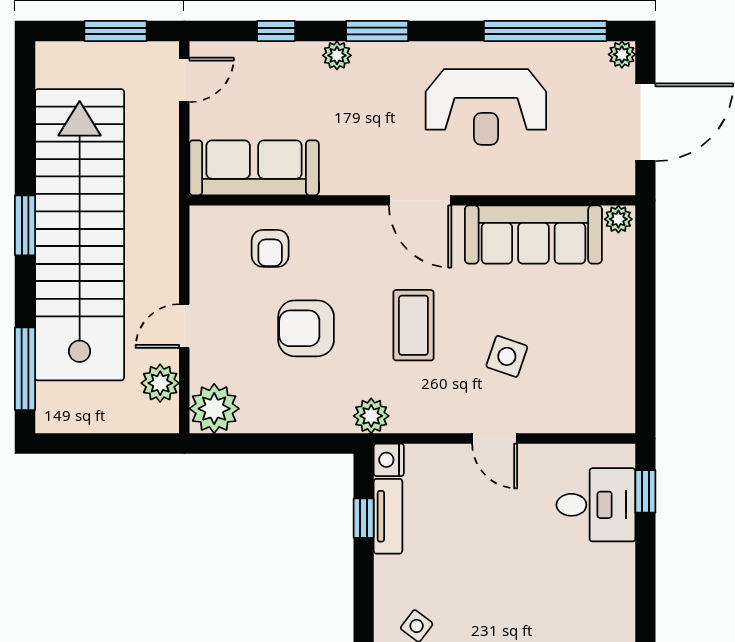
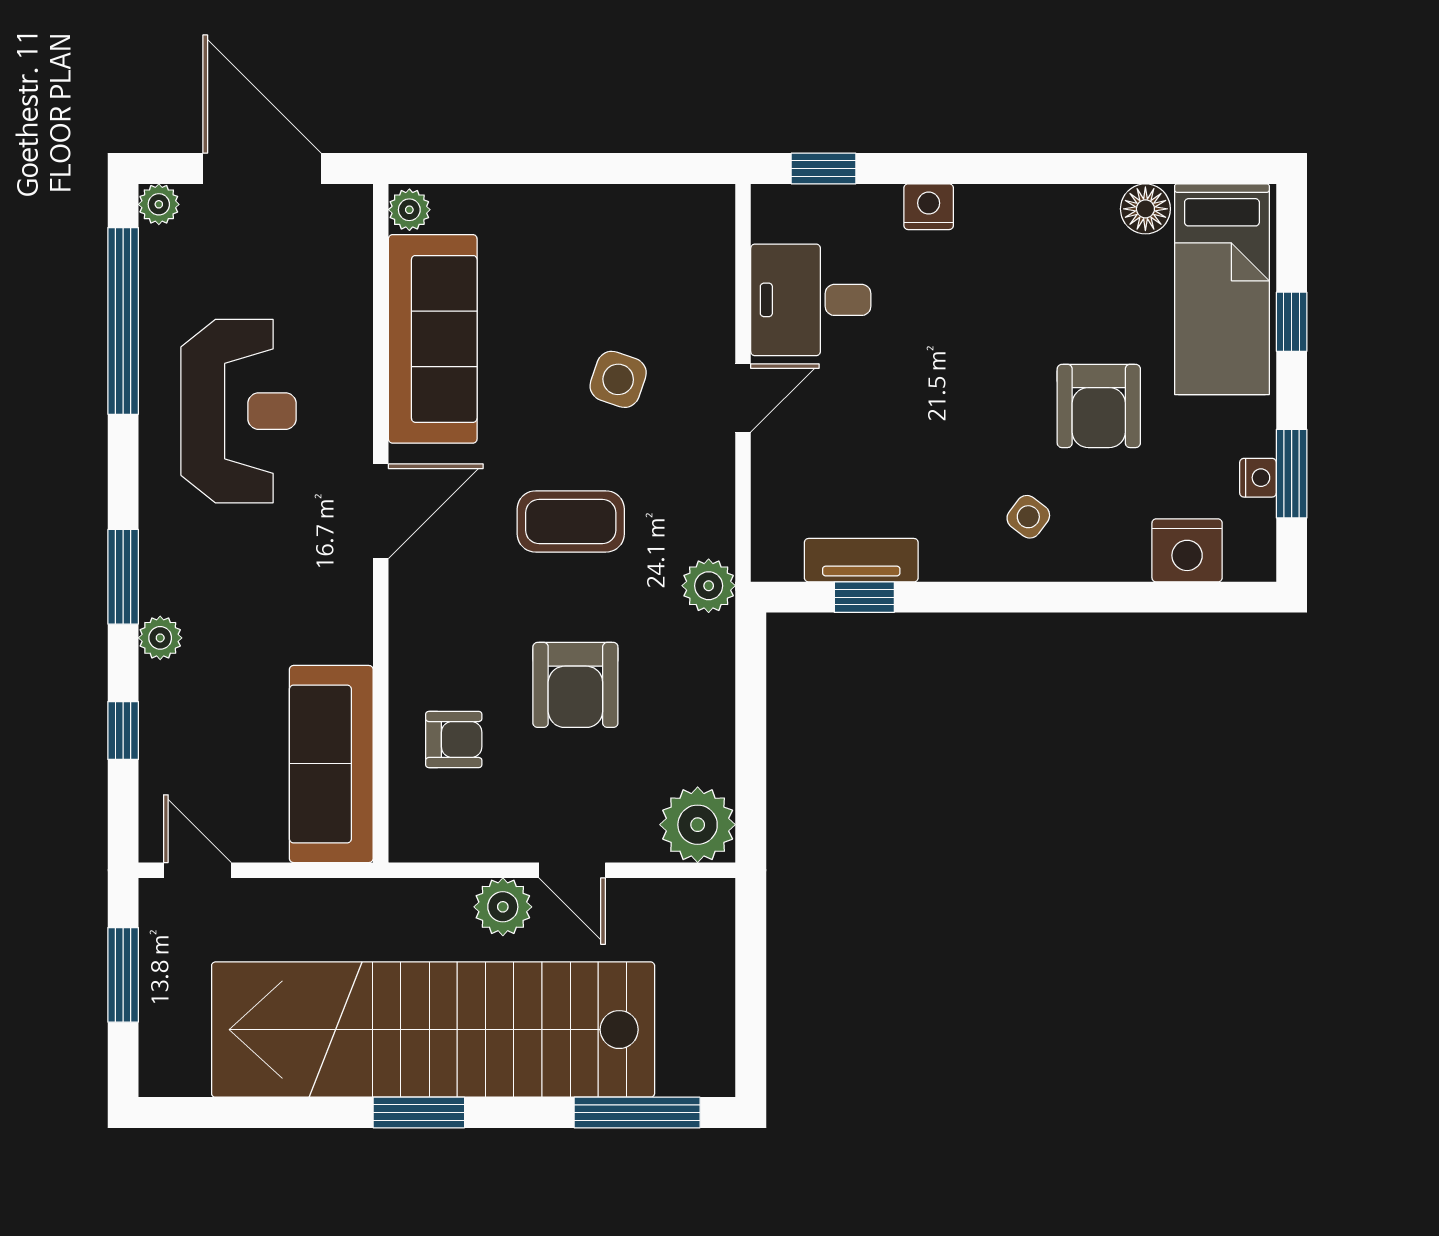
plant: (160, 383) -> (503, 907), moved
nightstand: (389, 460) -> (929, 207), moved, turned 180
desk: (596, 505) -> (811, 300), moved, turned -90

